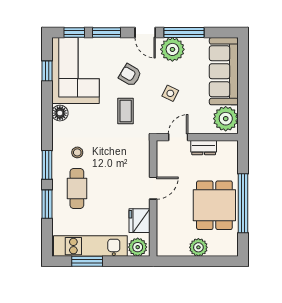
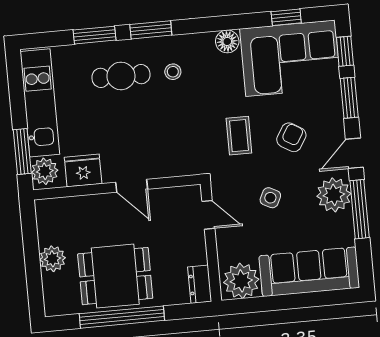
coffee table: (126, 111) -> (239, 136), turned 90
dresser: (204, 148) -> (200, 284), moved
window: (87, 261) -> (22, 152), moved

